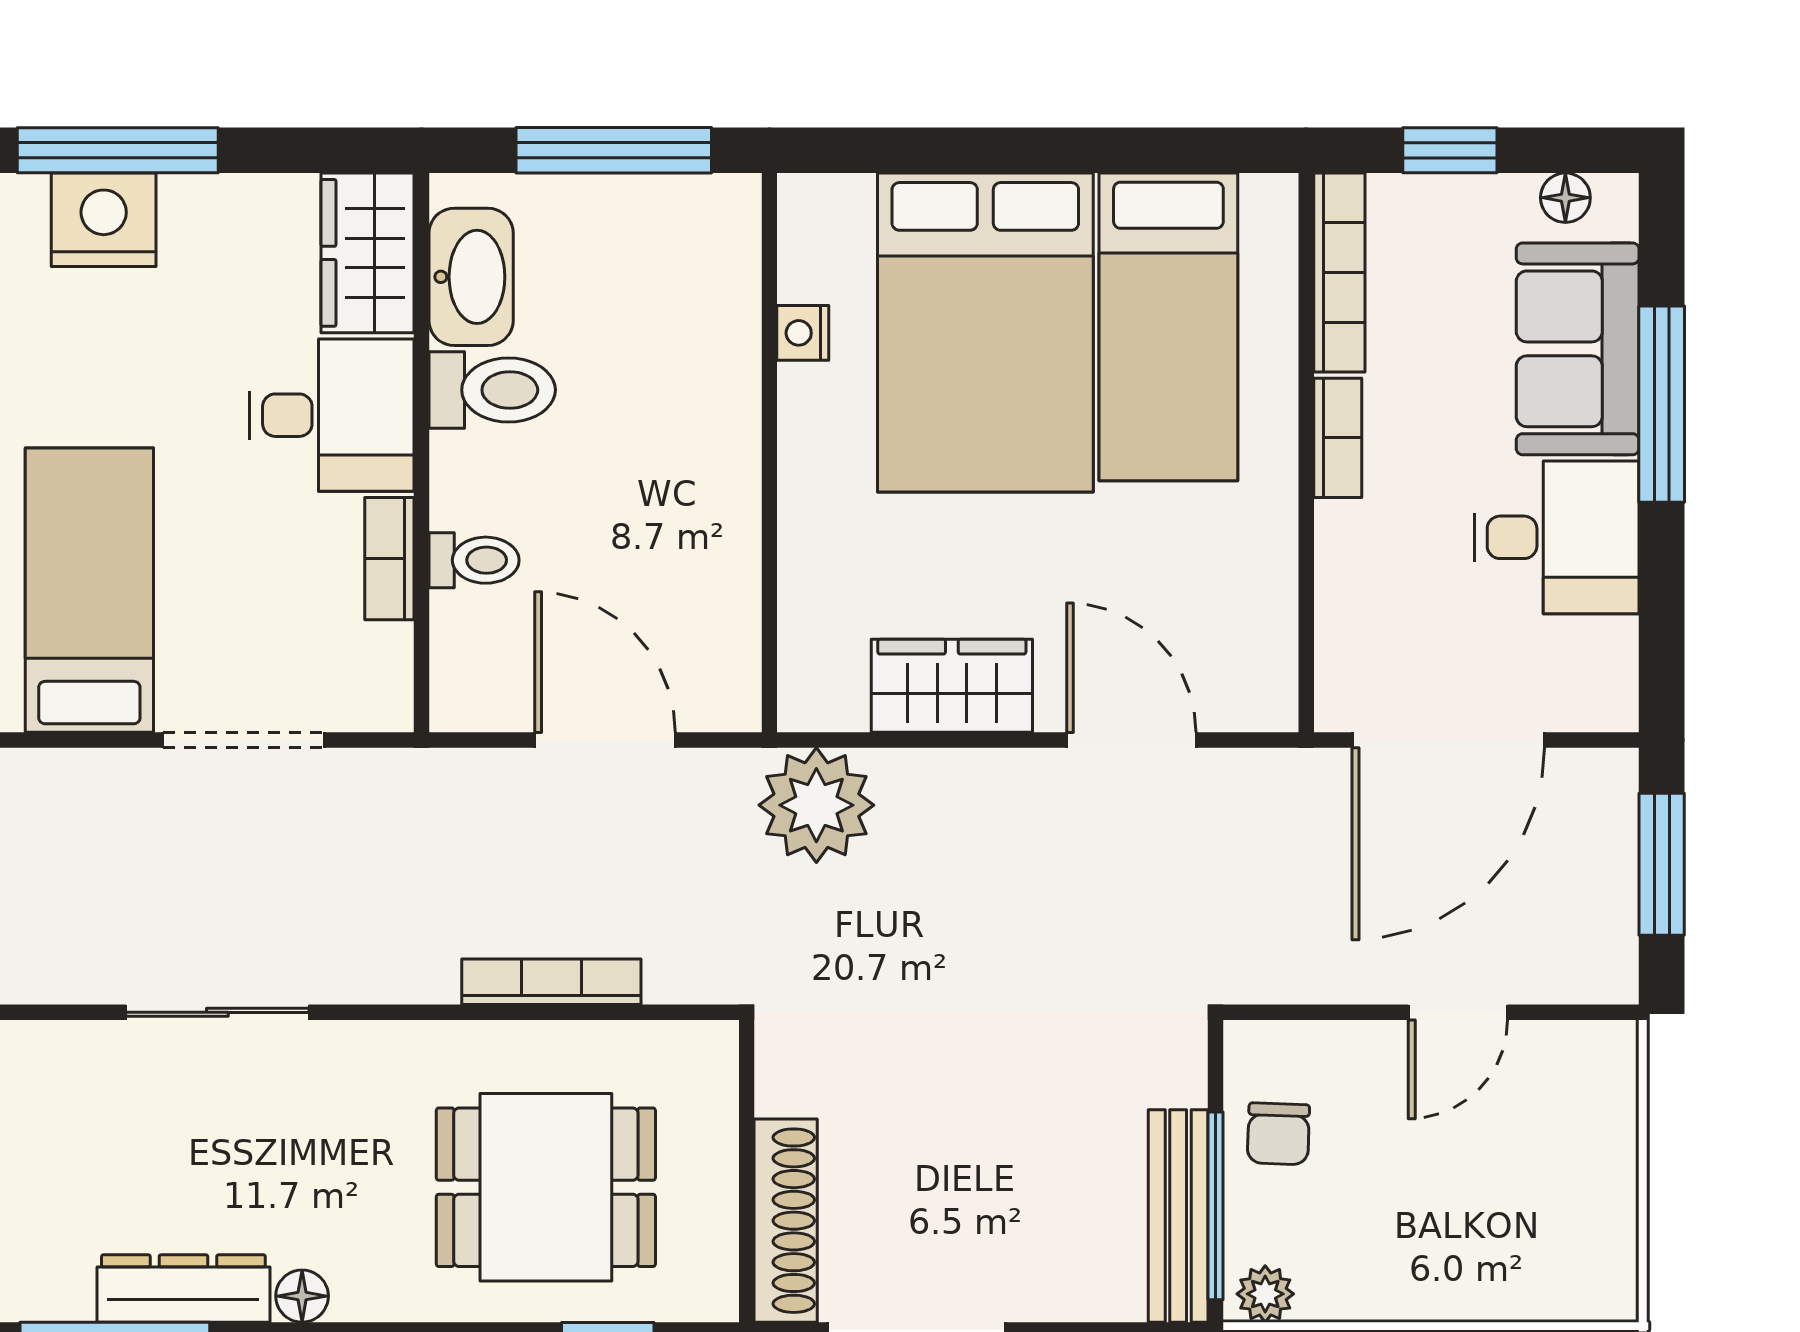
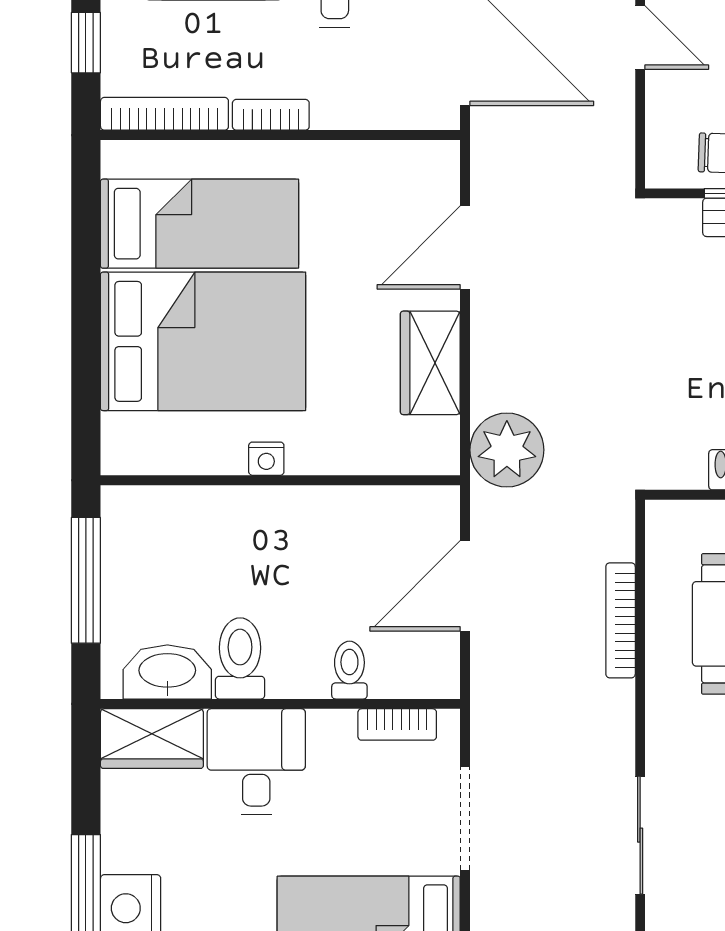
nightstand: (803, 333) -> (266, 459), moved
bookcase: (389, 559) -> (397, 724), moved

